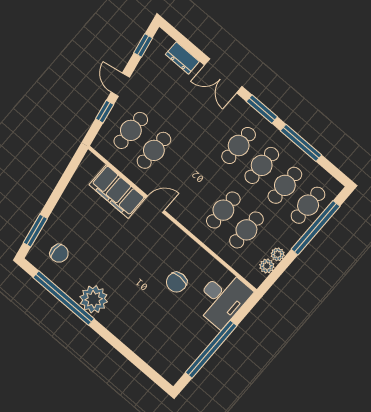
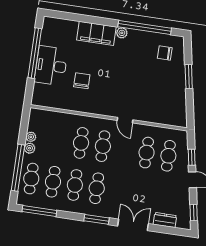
window: (301, 143) -> (39, 211), moved
filing cabinet: (117, 192) -> (96, 33), moved, turned 180
door: (155, 204) -> (125, 120), hinge flipped
cafe table: (246, 230) -> (103, 146), moved
window: (35, 231) -> (189, 77), moved
plant: (267, 266) -> (30, 148), moved
desk: (222, 298) -> (51, 66), moved
plant: (94, 299) -> (122, 33), width x0.53, depth x0.53

